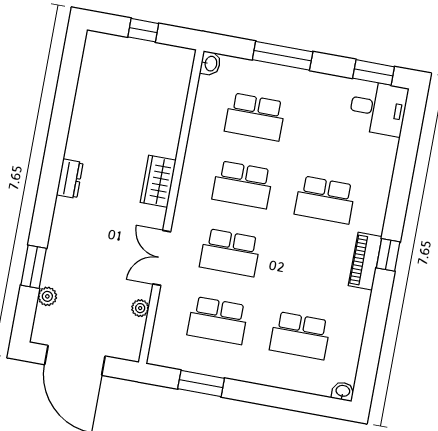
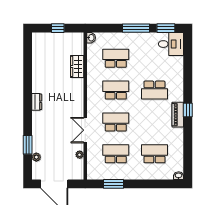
window: (283, 56) -> (136, 28), moved
school desk: (255, 117) -> (116, 58), turned 180
wardrobe: (158, 181) -> (77, 66), moved
school desk: (243, 185) -> (116, 90), turned 180
school desk: (230, 253) -> (116, 122), turned 180
school desk: (218, 320) -> (116, 154), turned 180
school desk: (300, 336) -> (154, 154), turned 180

